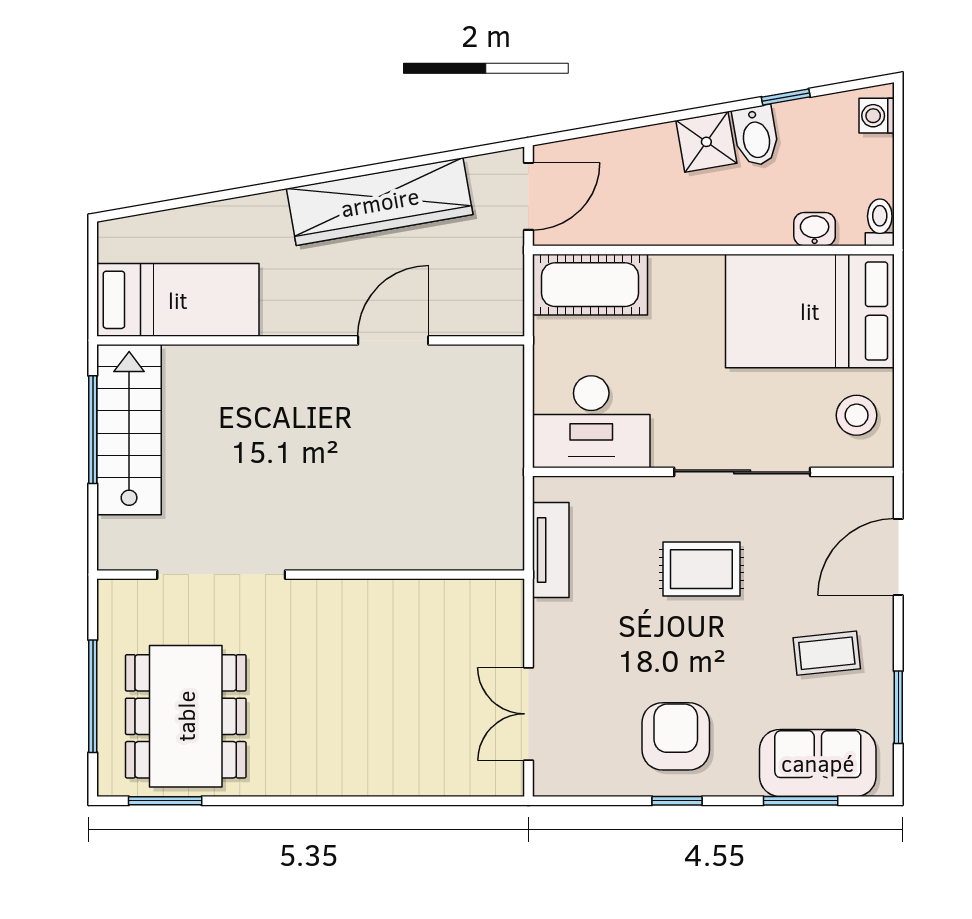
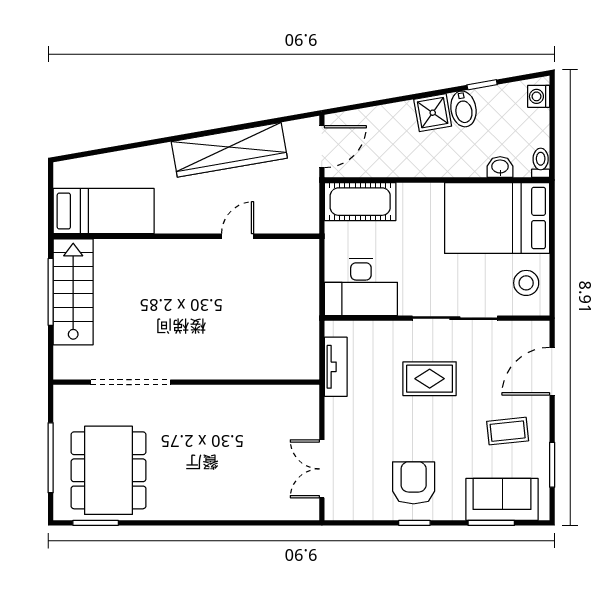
door: (393, 340) -> (238, 236), width x0.73

